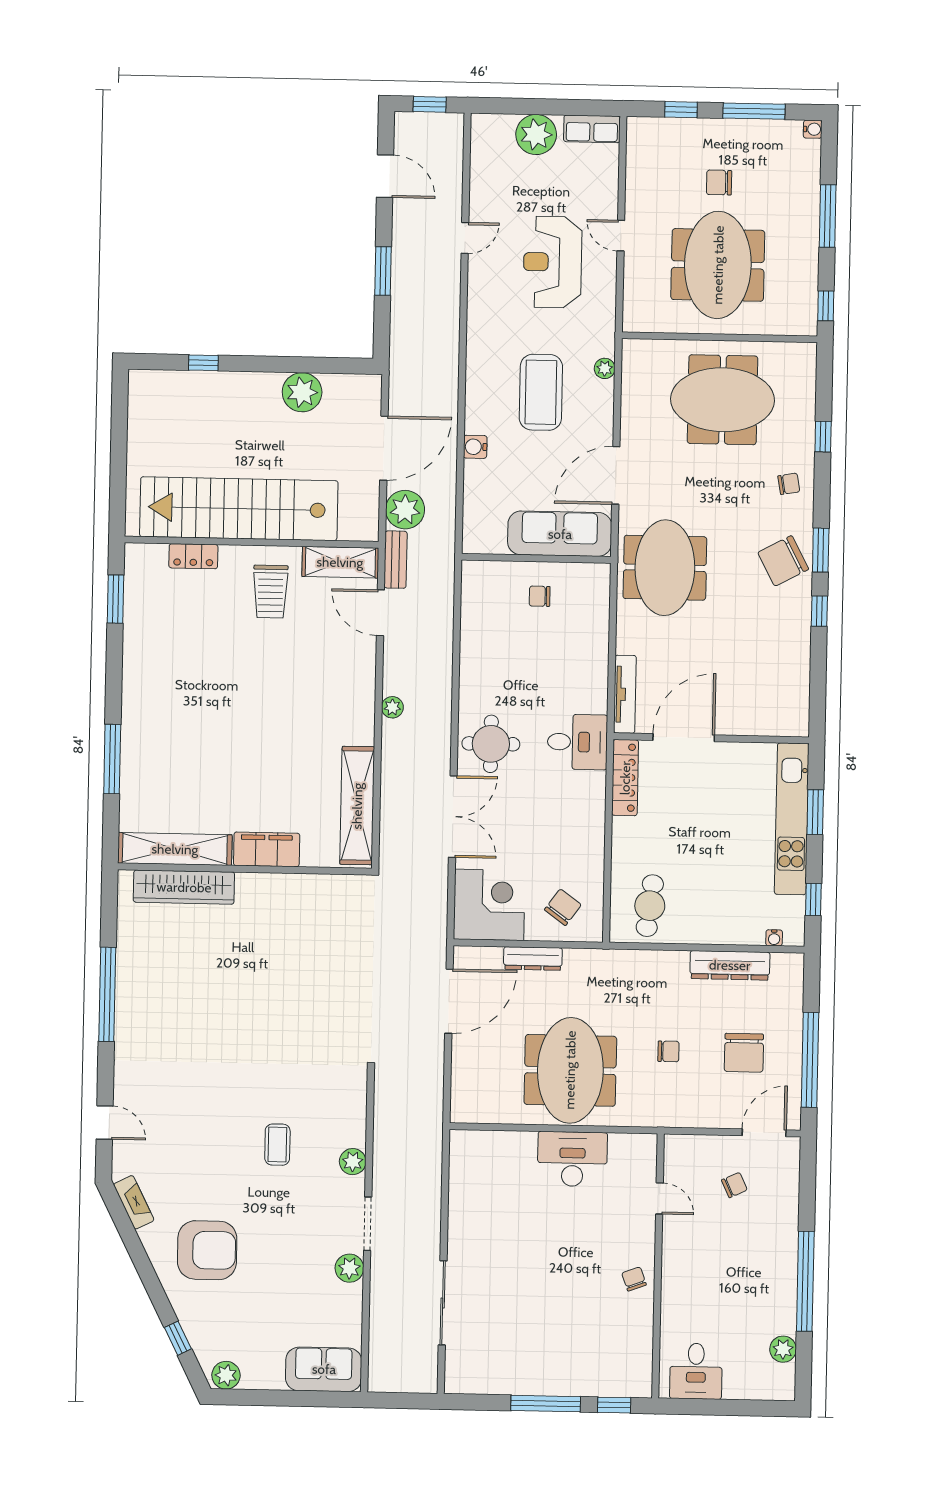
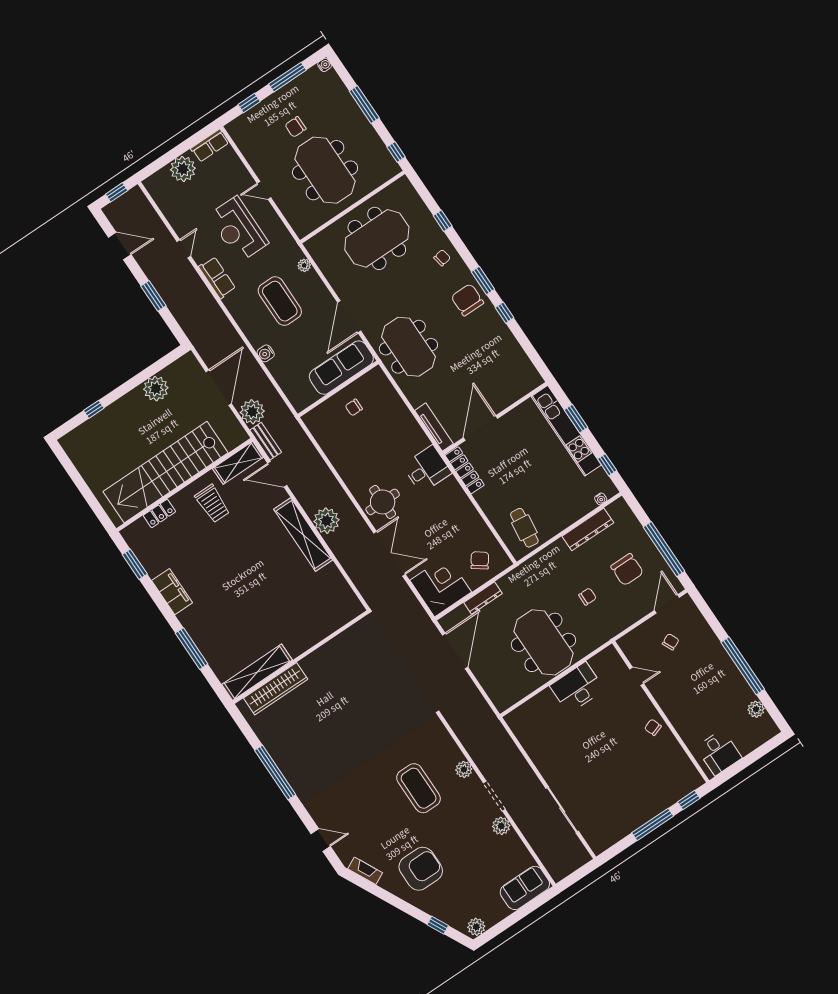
row of seats: (482, 305) -> (217, 278), added
chair: (783, 561) -> (467, 300), turned 118
plant: (392, 707) -> (326, 521), width x1.88, depth x1.88
shelving: (357, 806) -> (303, 535), moved
filing cabinet: (267, 849) -> (172, 592), moved, turned 90
coffee table: (277, 1145) -> (419, 788), width x1.86, depth x1.72

